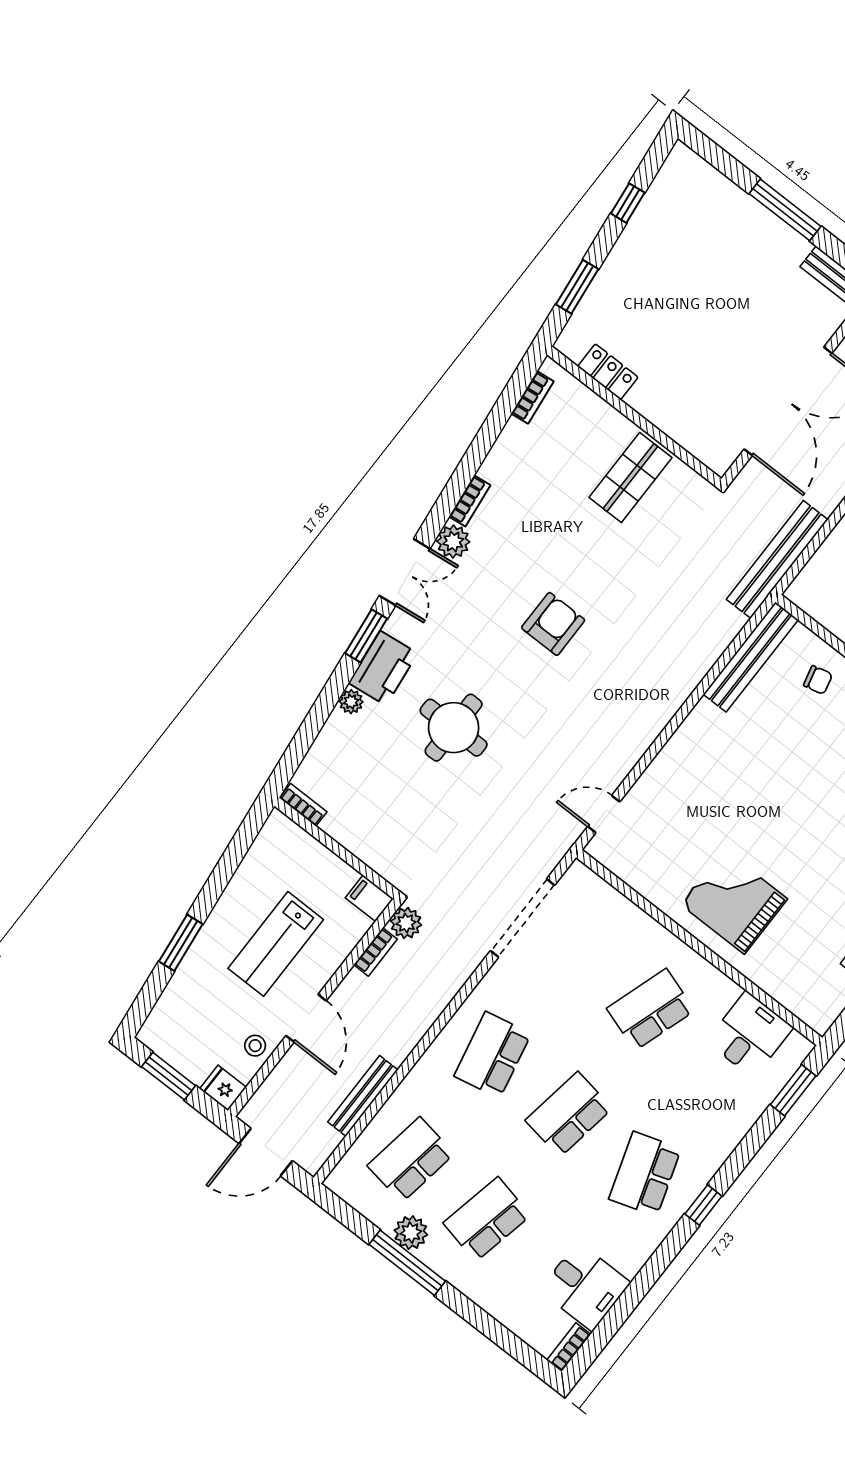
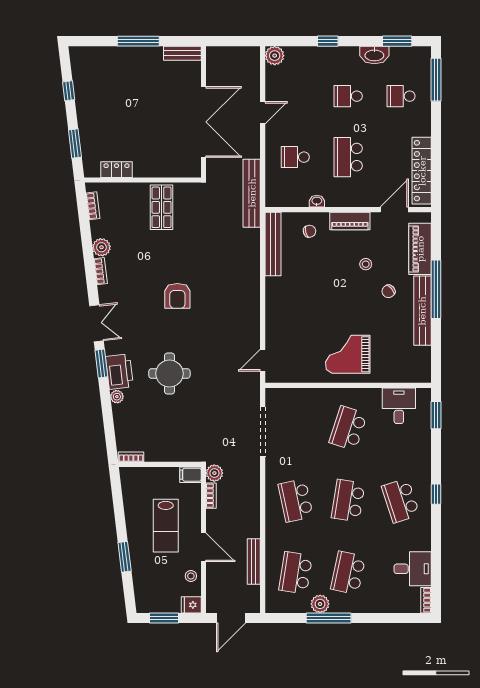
plant: (453, 542) -> (101, 247), moved
armchair: (553, 624) -> (177, 296), turned 180

